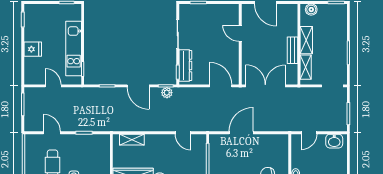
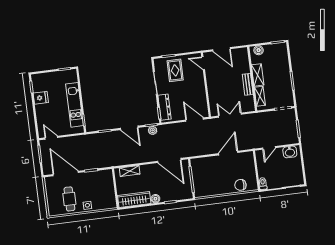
rug: (204, 21) -> (175, 70), added
door: (240, 33) -> (203, 63), moved
fridge: (33, 49) -> (41, 98), moved
door: (53, 86) -> (51, 138), moved
double door: (265, 86) -> (230, 115), width x0.73
door: (52, 133) -> (66, 174), width x1.88
door: (183, 133) -> (169, 160), width x1.88
door: (241, 133) -> (228, 153), moved

